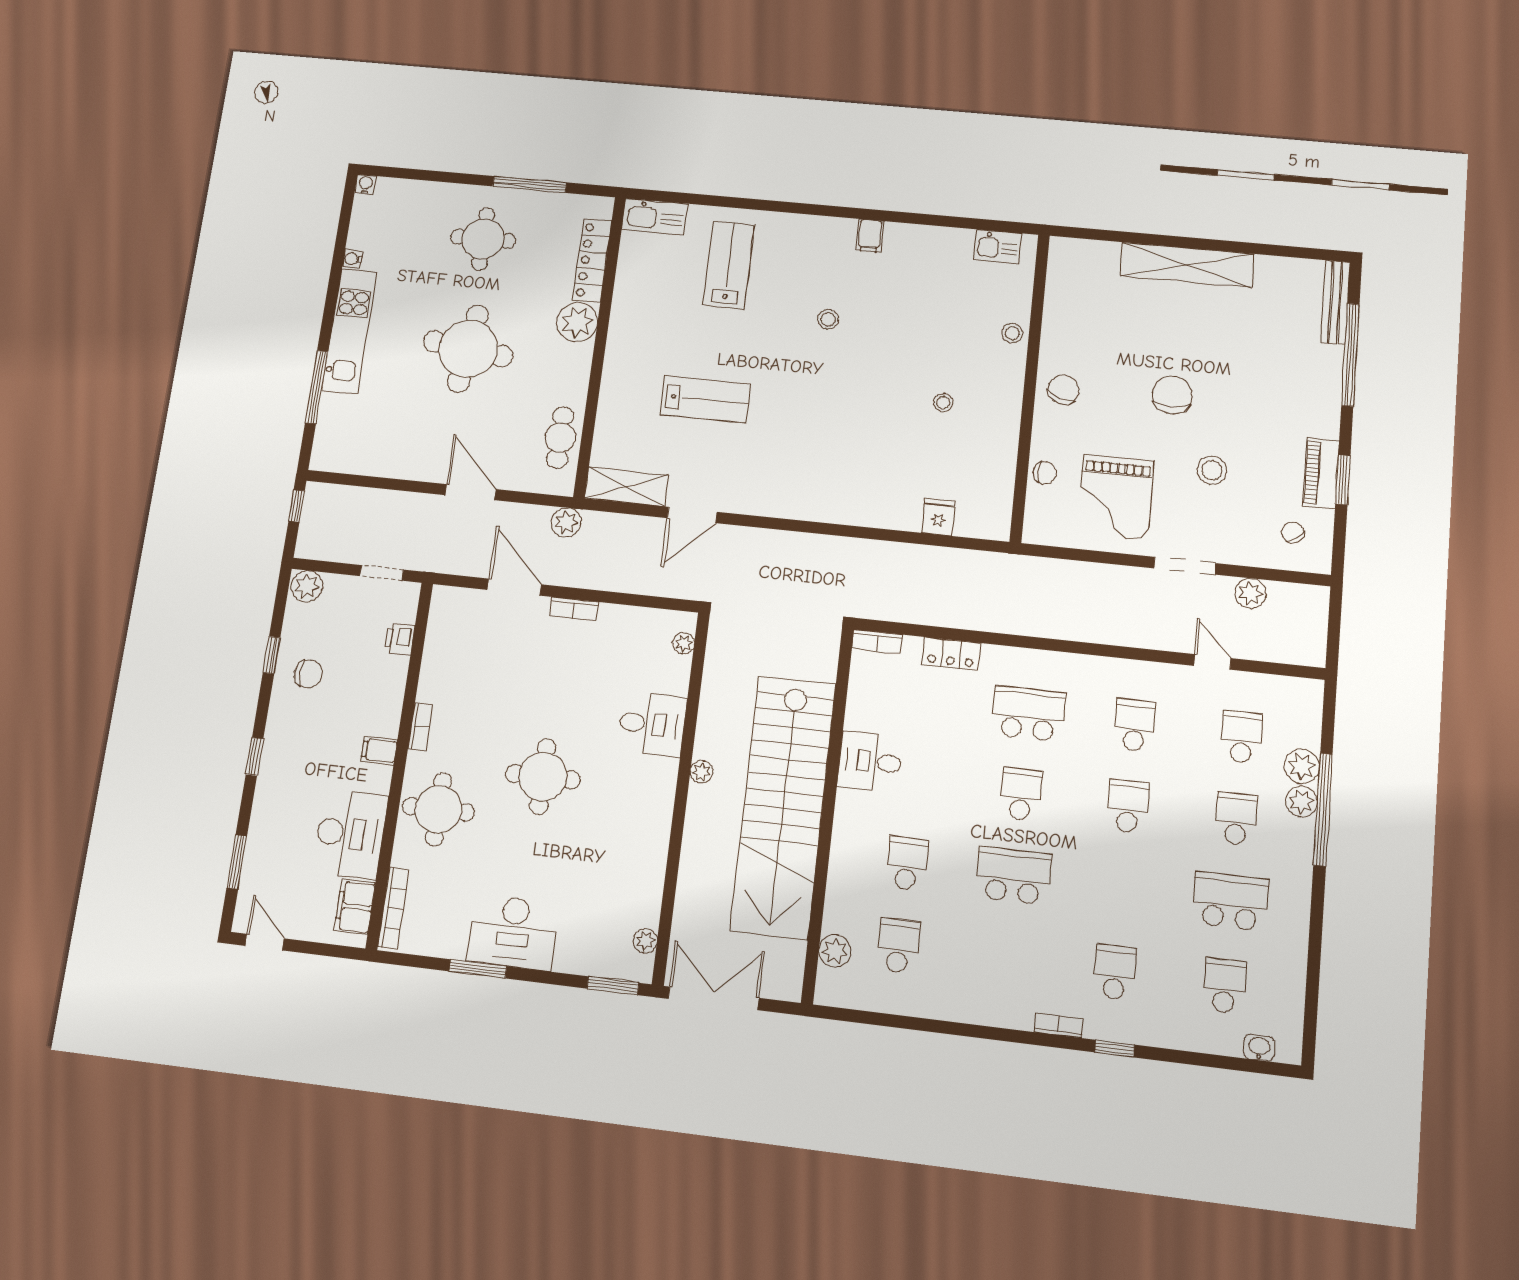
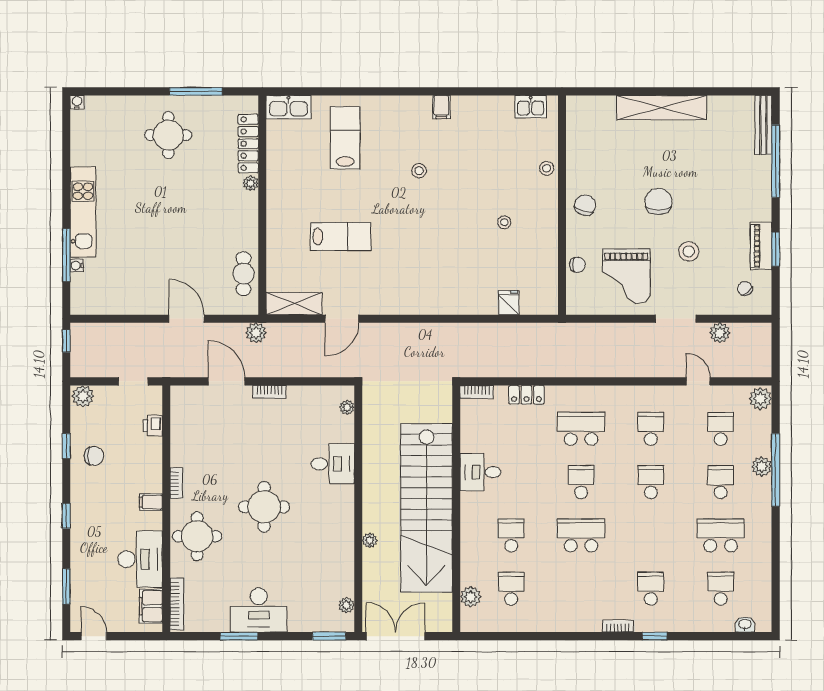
water cooler: (352, 259) -> (77, 265), moved
plant: (577, 322) -> (251, 183), width x0.53, depth x0.53
round table: (468, 349) -> (170, 217), removed
plant: (1302, 766) -> (760, 399), moved
plant: (701, 772) -> (370, 540), moved

